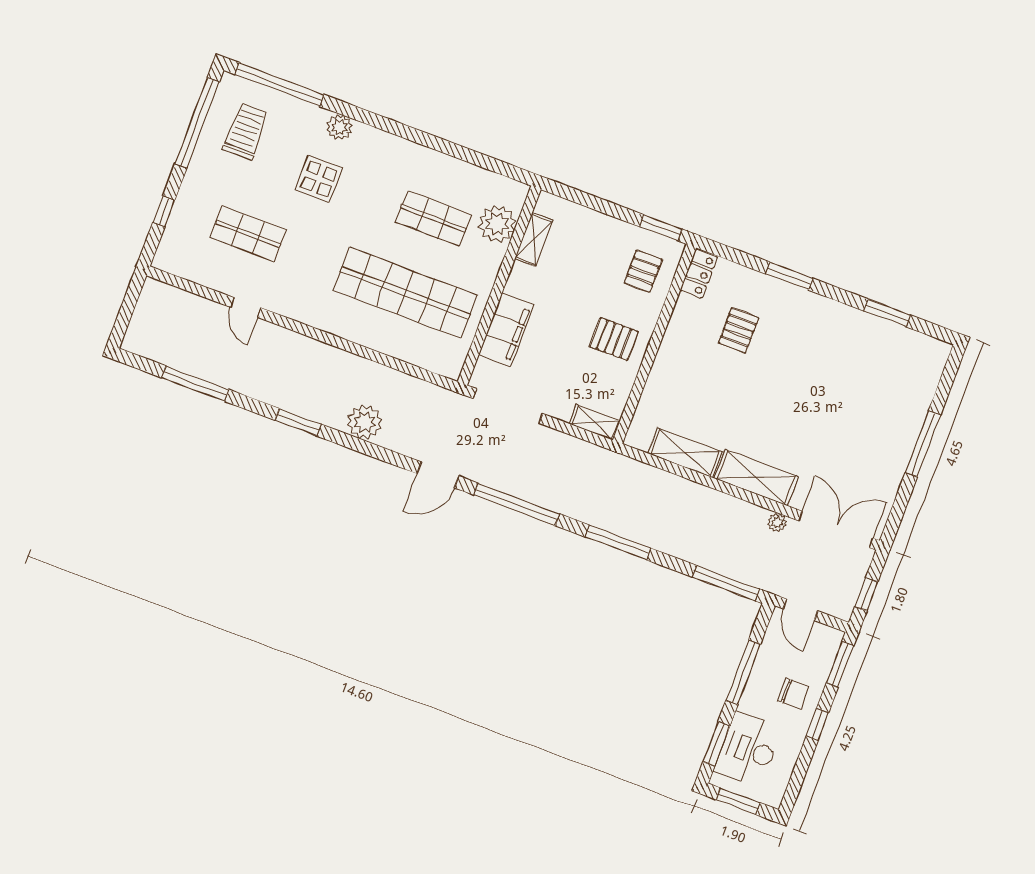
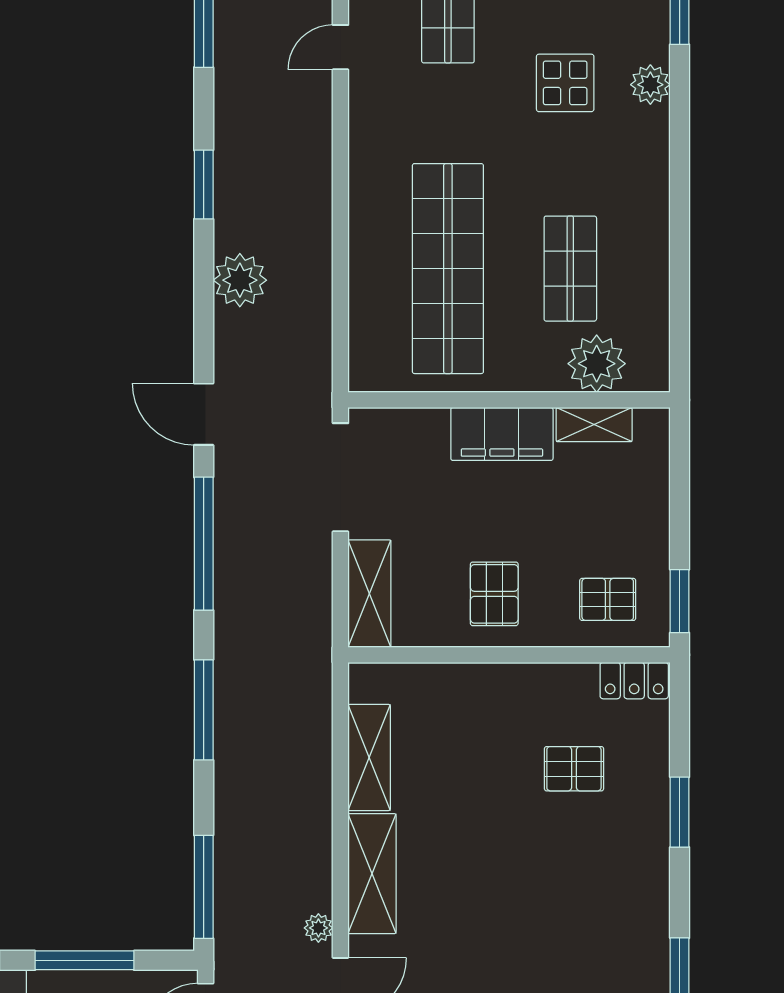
filing cabinet: (506, 330) -> (502, 434), moved
shelving: (595, 422) -> (369, 594), width x1.50, depth x1.33

